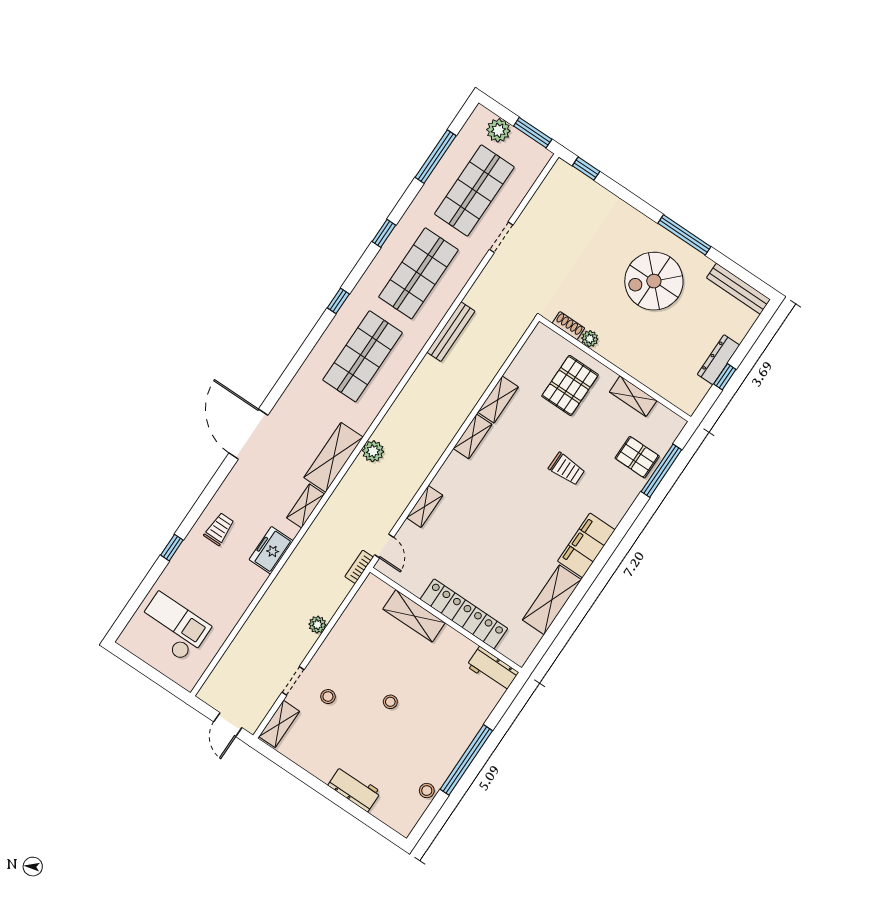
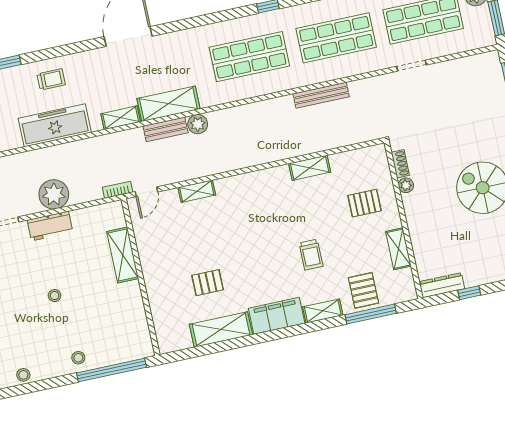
dresser: (718, 360) -> (442, 285), moved
pallet: (570, 385) -> (365, 203), width x0.67, depth x0.71
shelving: (473, 436) -> (323, 311), moved
bench: (351, 481) -> (165, 129), added
freezer: (271, 550) -> (55, 125), width x1.91, depth x1.26
pallet: (504, 572) -> (208, 283), added
locker: (464, 614) -> (156, 284), removed
plant: (317, 625) -> (54, 194), width x1.88, depth x1.88
workbench: (493, 669) -> (50, 226), moved, turned -90
stool: (328, 697) -> (78, 358), moved
window: (466, 760) -> (111, 370), moved

